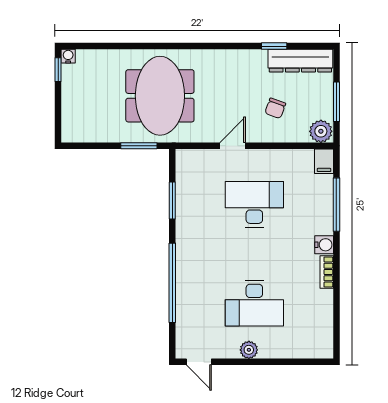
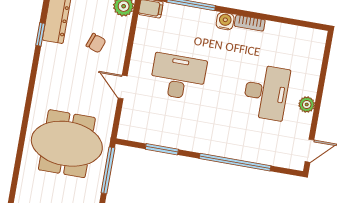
window: (139, 146) -> (108, 170), width x1.44
desk: (254, 204) -> (178, 77), turned 90

